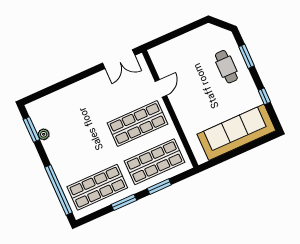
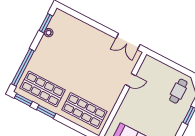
cafe table: (226, 67) -> (178, 91), moved
shop shelf: (137, 124) -> (99, 83), removed
window: (159, 187) -> (23, 100), moved

